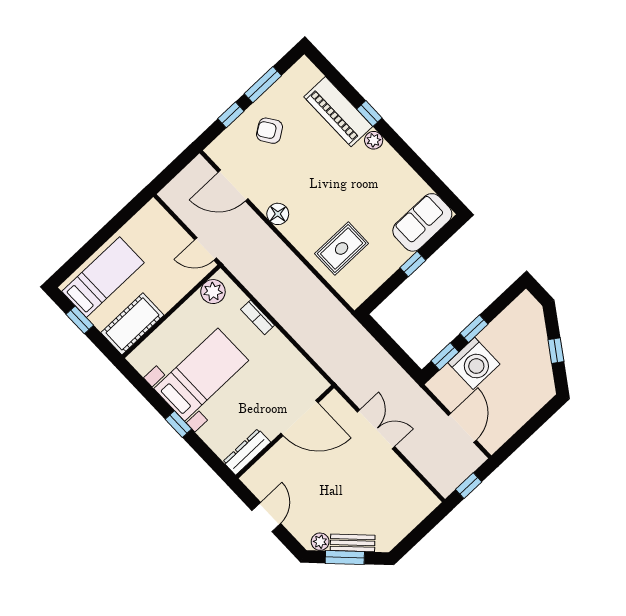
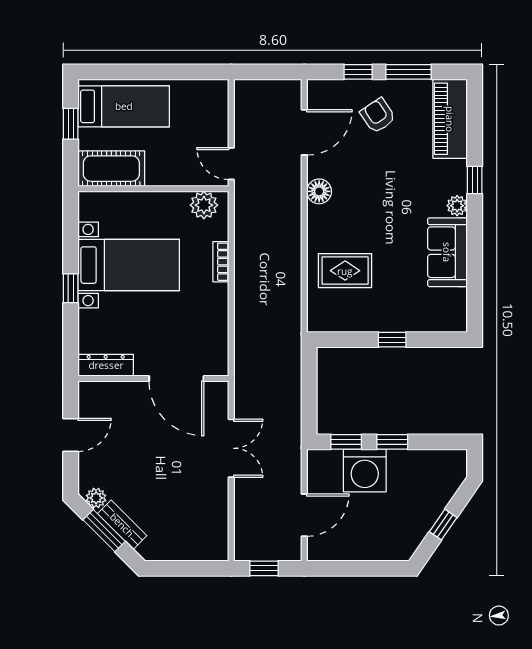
piano: (338, 112) -> (450, 119), moved
door: (233, 185) -> (304, 132), swing flipped
sofa: (422, 222) -> (447, 252), moved, turned -90

